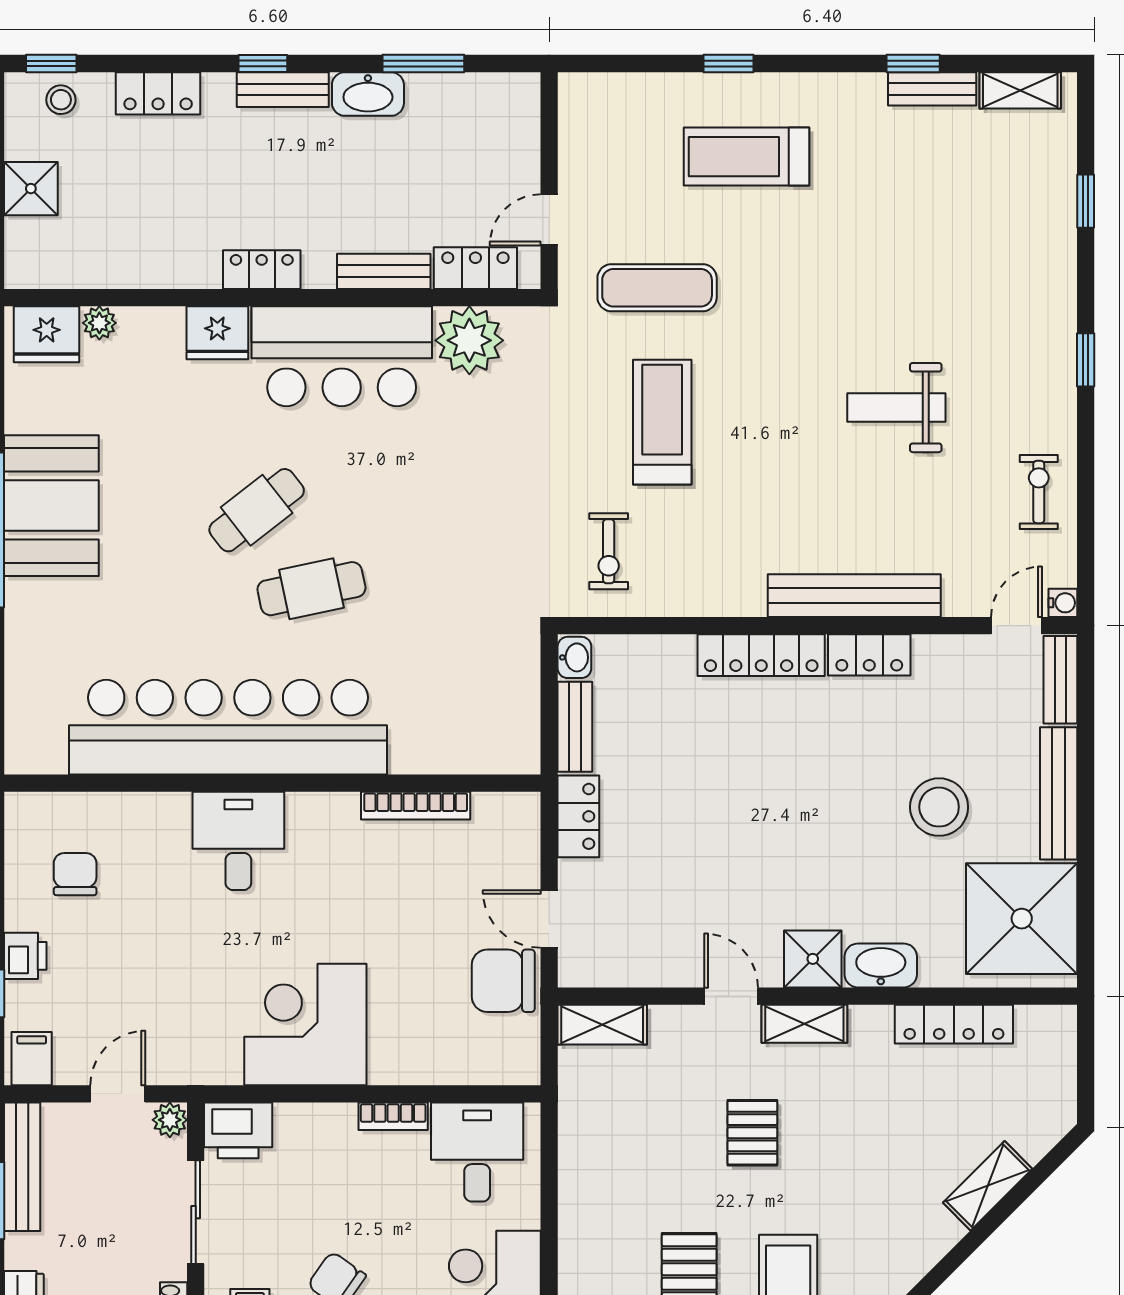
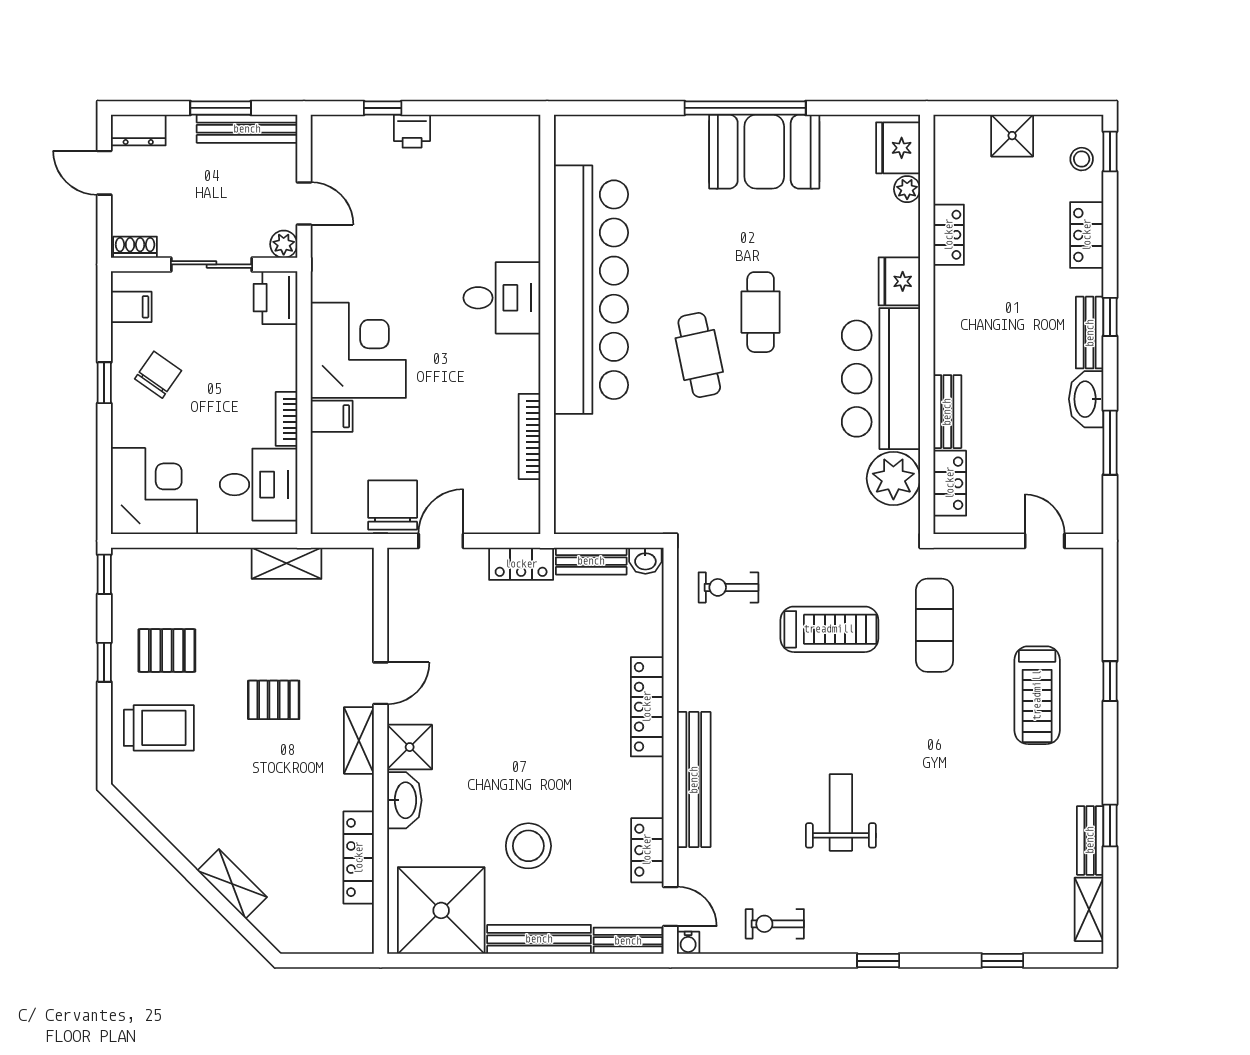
treadmill: (746, 157) -> (1037, 695), turned 180
door: (549, 220) -> (1045, 541), moved
locker: (262, 270) -> (949, 235), moved
exercise bike: (1039, 492) -> (775, 924), turned 180
cafe table: (257, 510) -> (761, 312), turned 38
locker: (869, 655) -> (647, 850), moved
chair: (75, 874) -> (476, 170), removed
shelving: (602, 1025) -> (287, 563), moved, turned 90
filing cabinet: (32, 1059) -> (332, 416), moved

